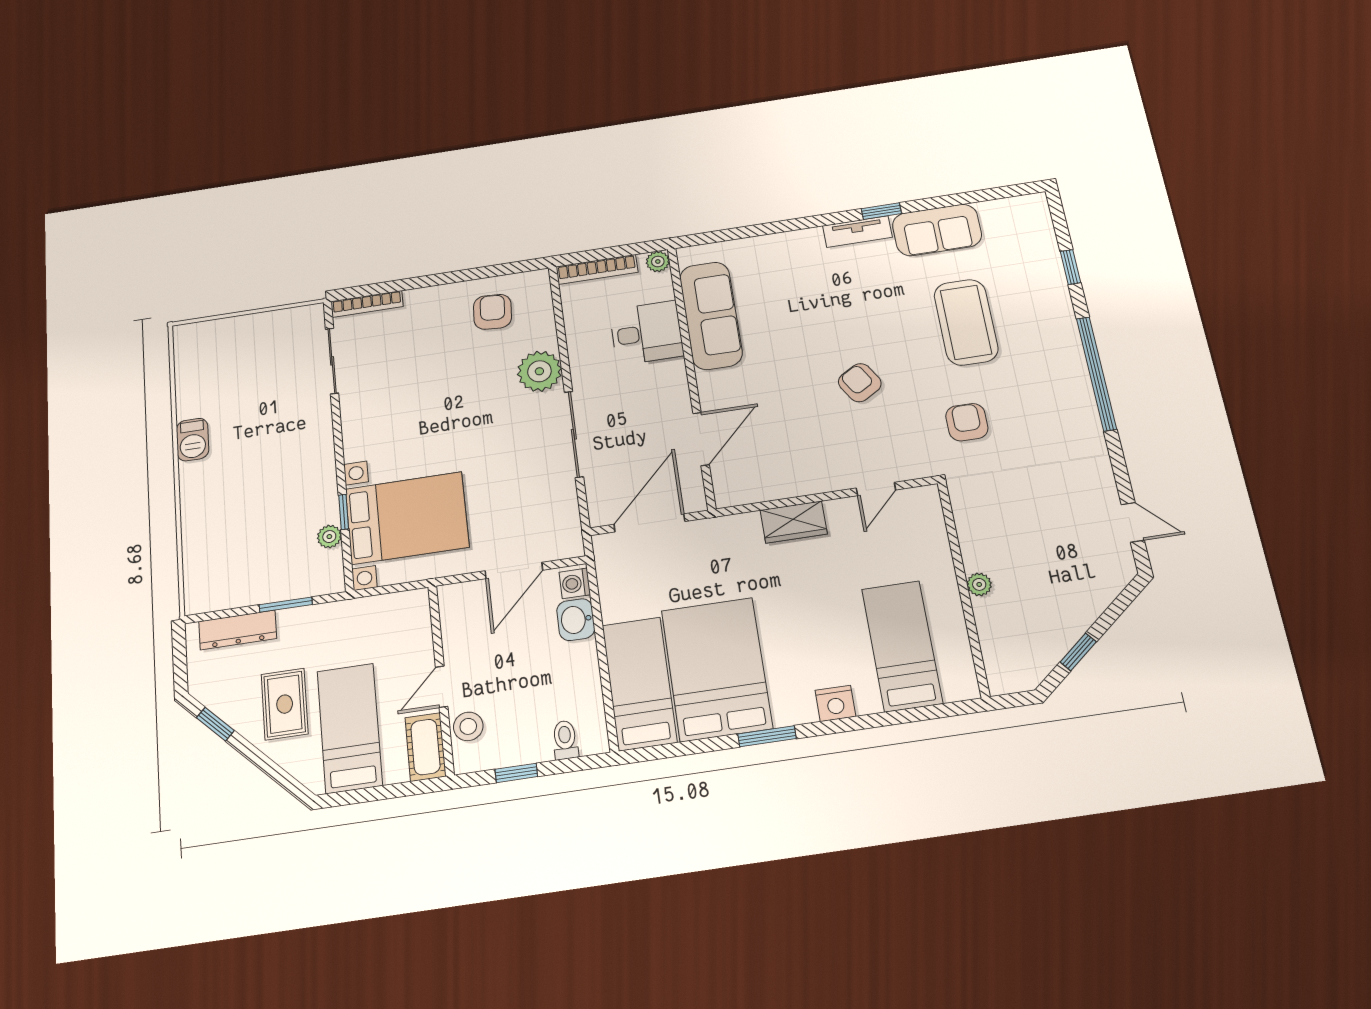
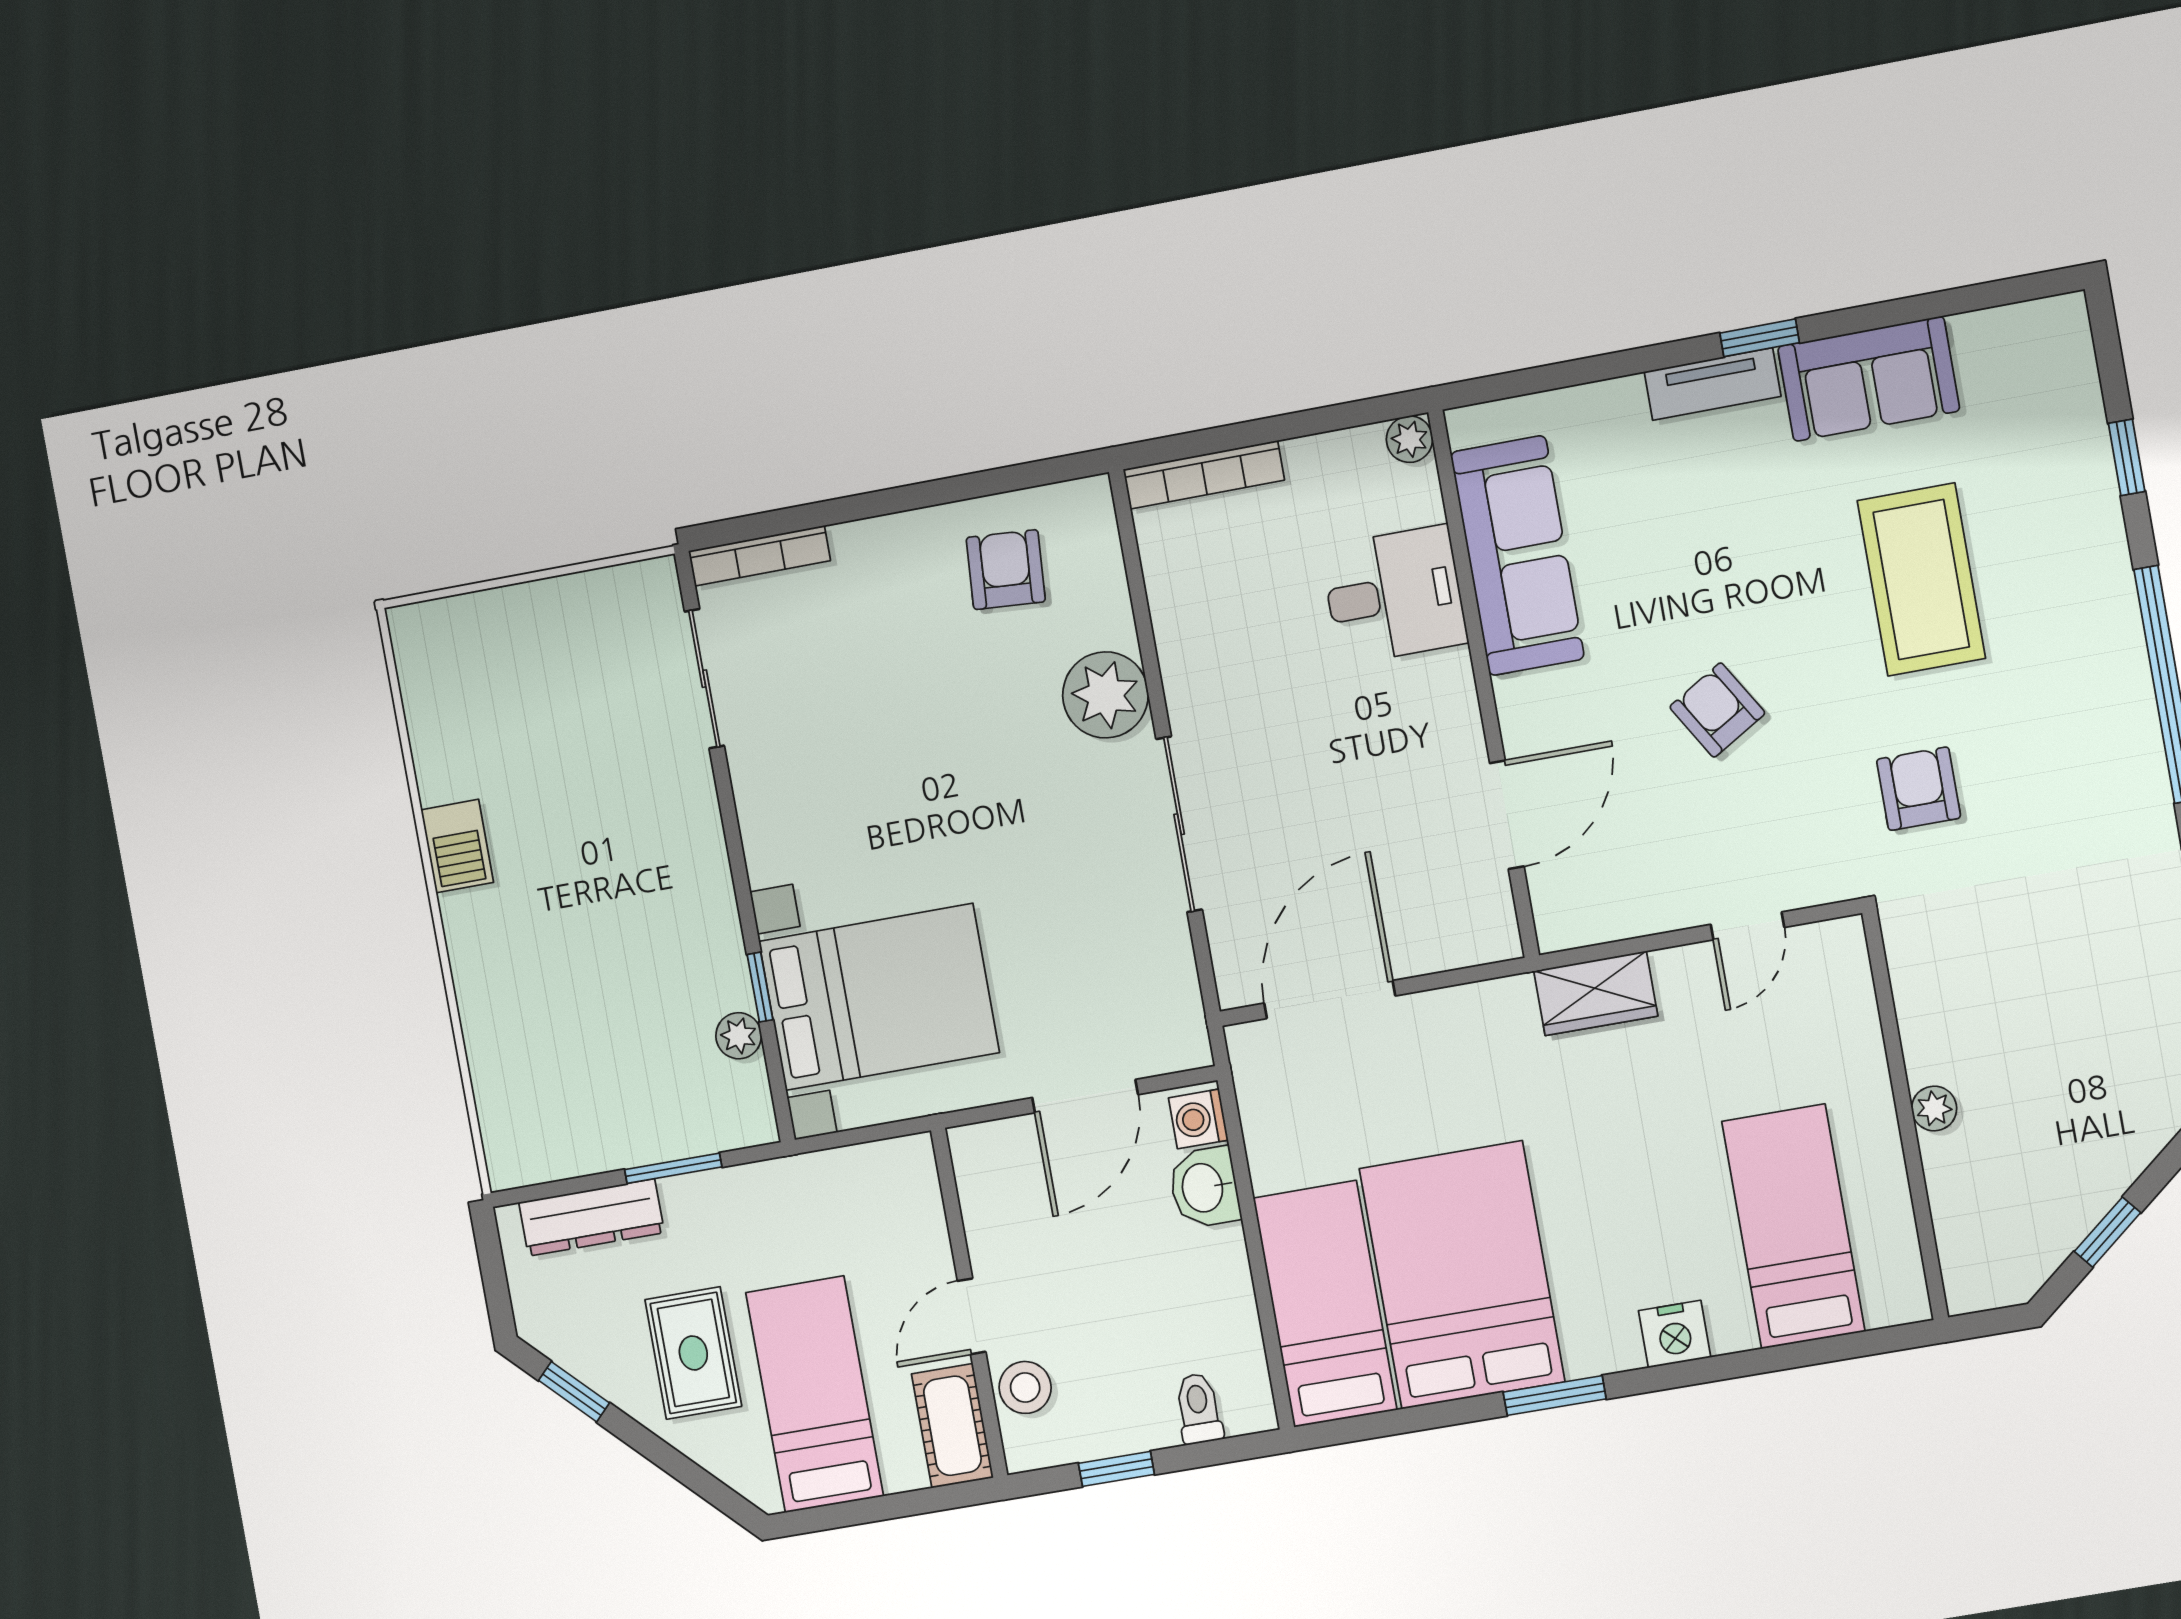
plant: (658, 261) -> (1410, 439), moved
sofa: (711, 315) -> (1517, 556), moved
desk: (646, 333) -> (1394, 595), moved
wall: (691, 376) -> (1484, 684), moved
door: (701, 439) -> (1507, 815), moved

